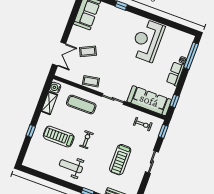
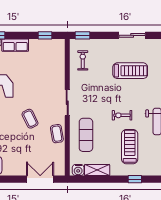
coffee table: (88, 51) -> (30, 119), moved
sofa: (149, 101) -> (55, 63), removed
treadmill: (59, 137) -> (130, 147), turned 180
sliding door: (152, 162) -> (132, 35), moved

